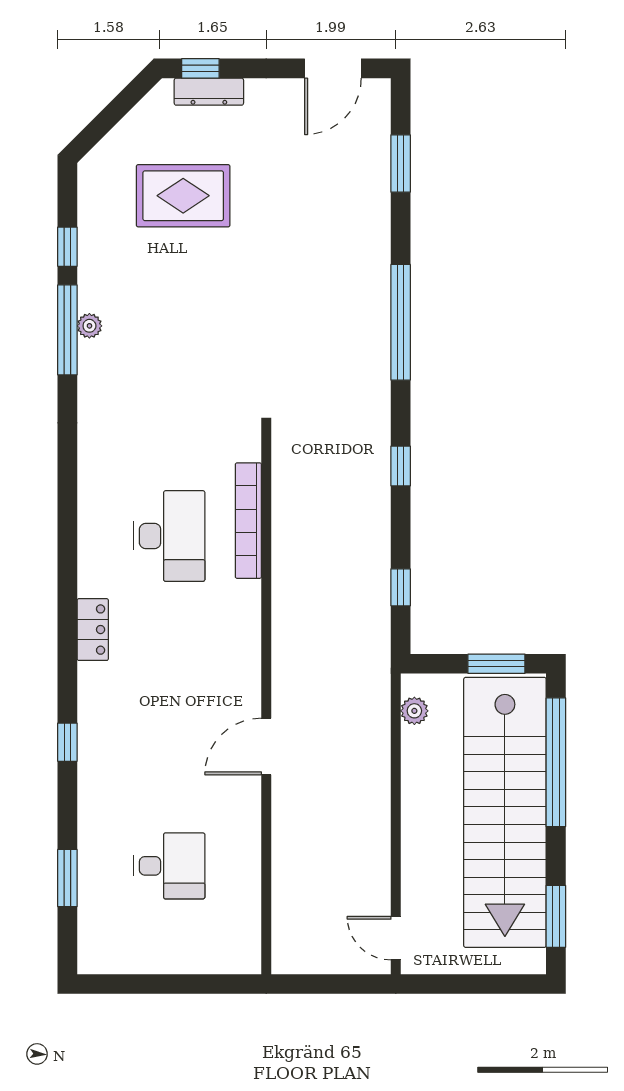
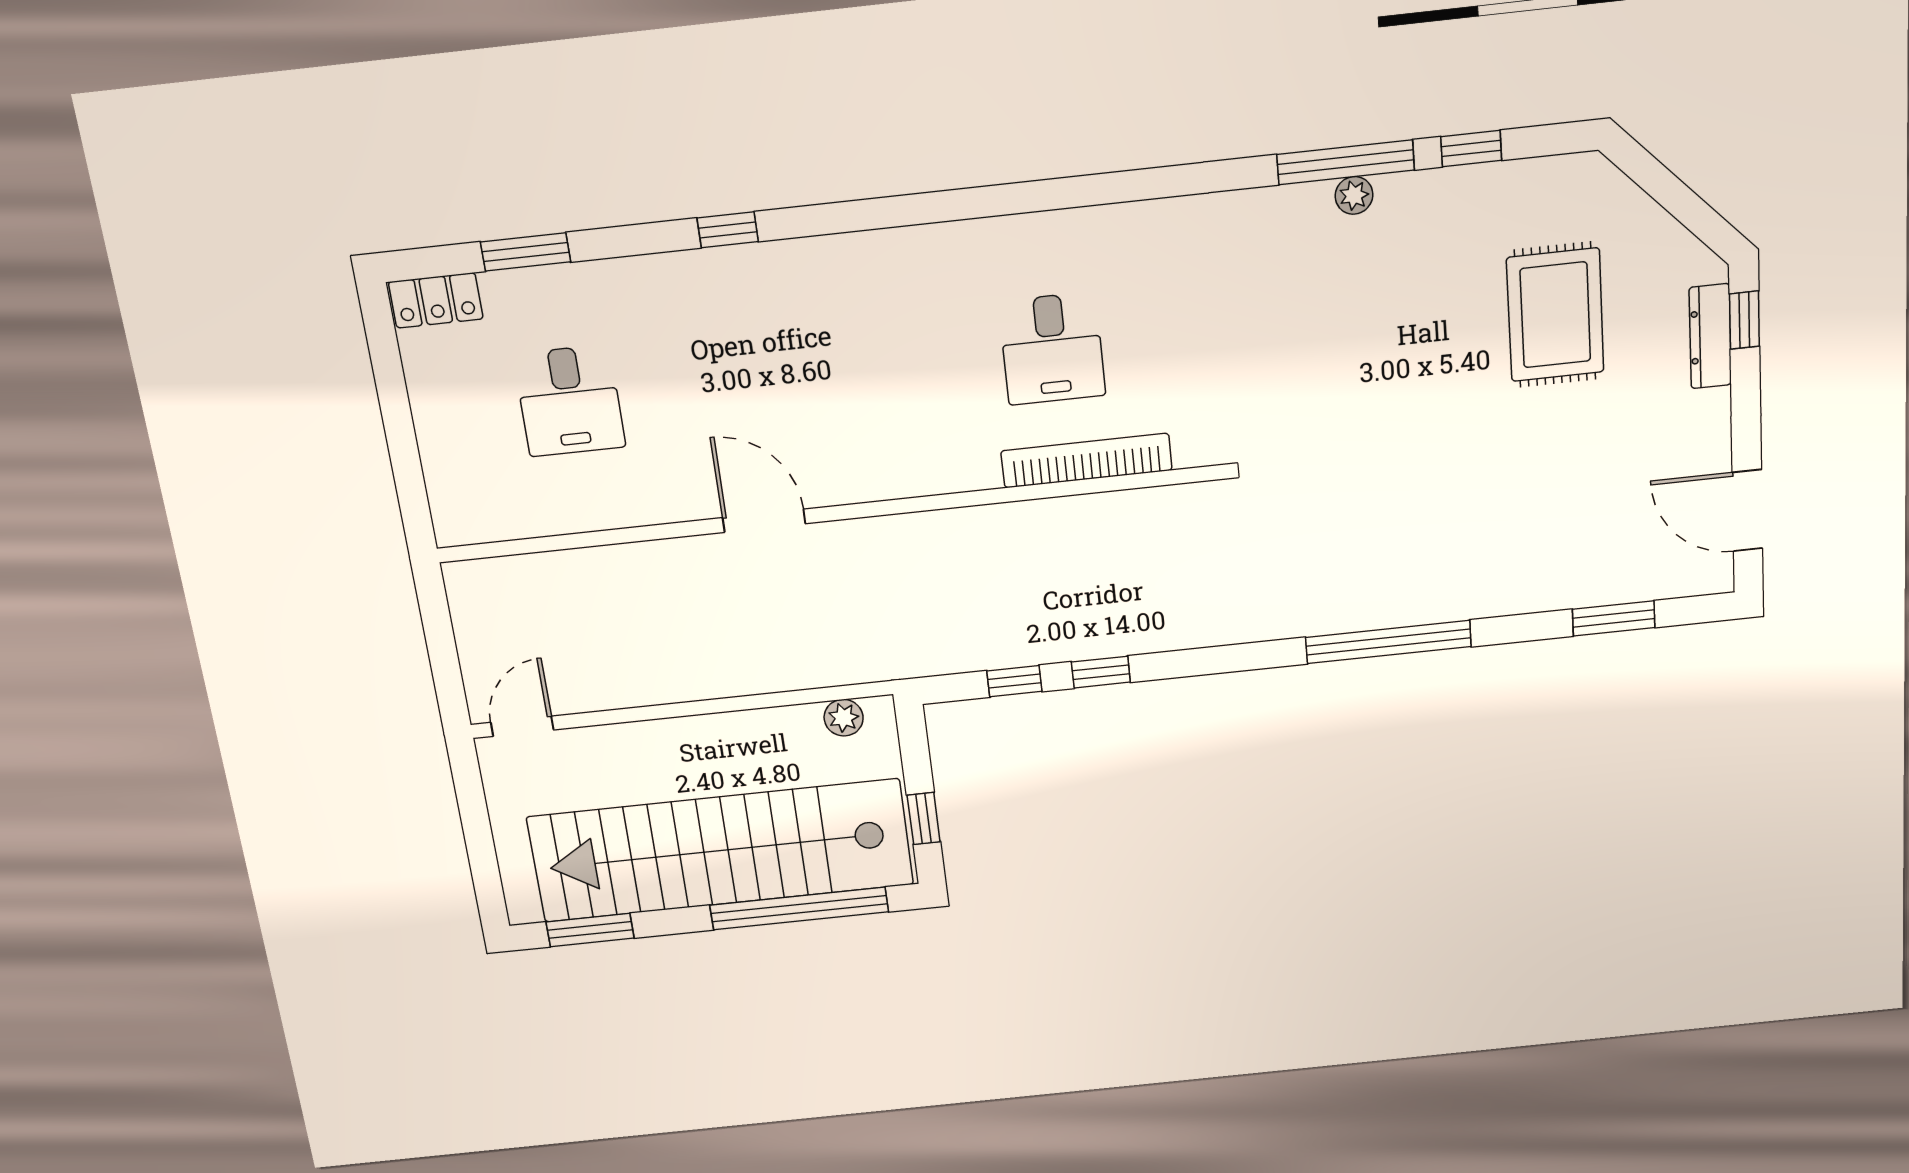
window: (401, 466) -> (1101, 672), moved
desk: (169, 536) -> (1052, 349), width x0.73
locker: (93, 630) -> (436, 300), moved
window: (496, 664) -> (924, 819), width x0.67

